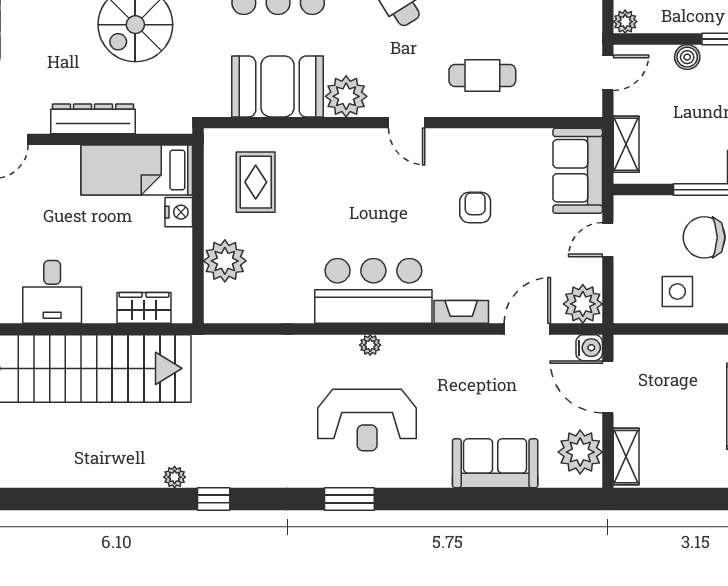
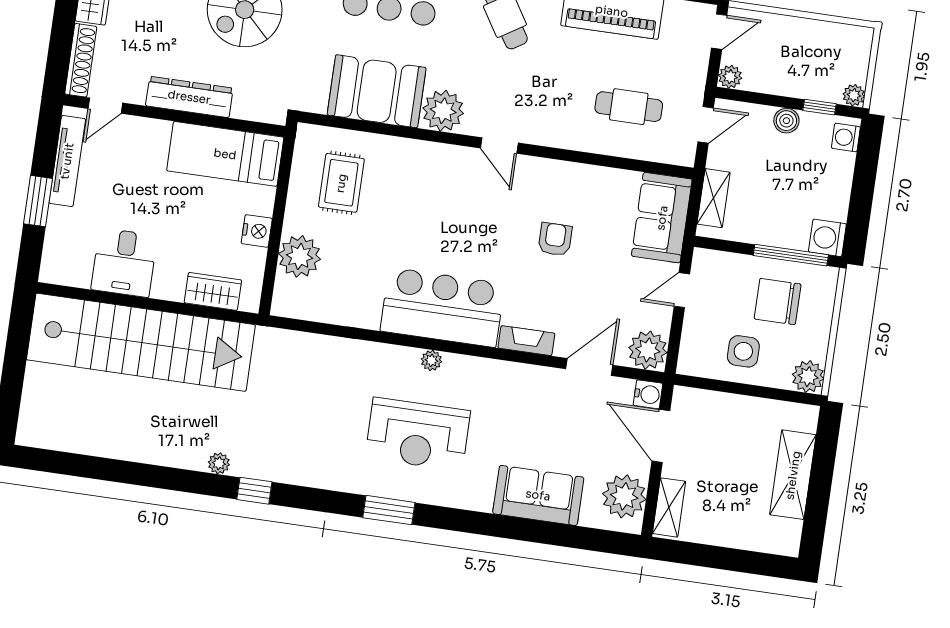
cafe table: (482, 76) -> (629, 107), moved
nightstand: (179, 212) -> (257, 231), moved

